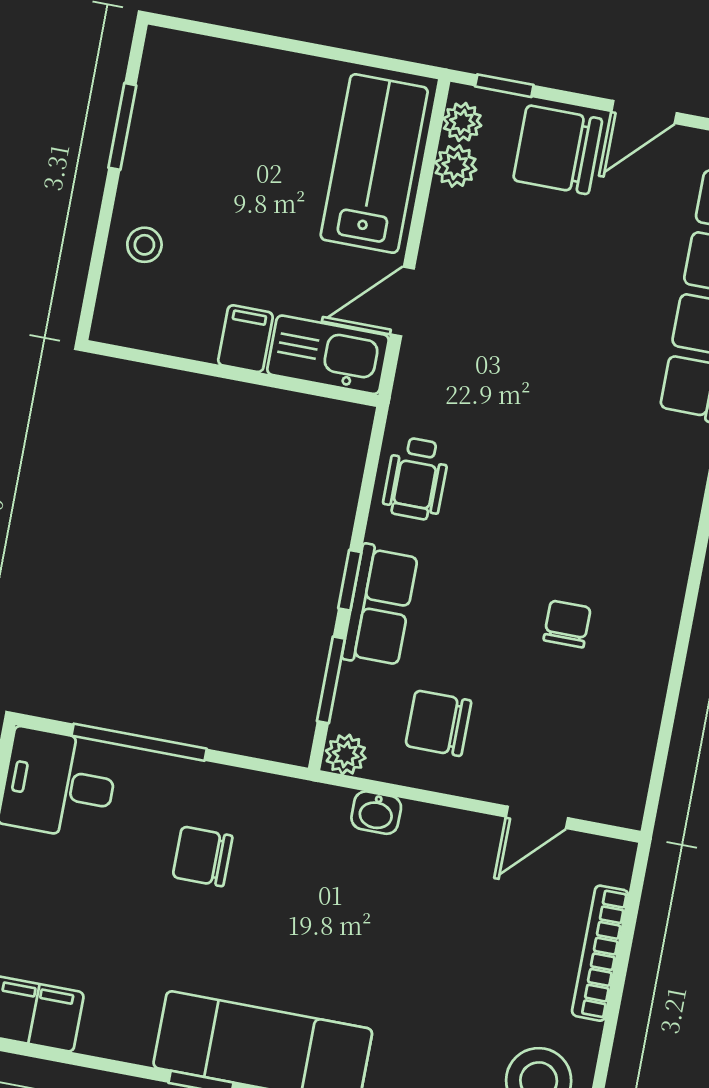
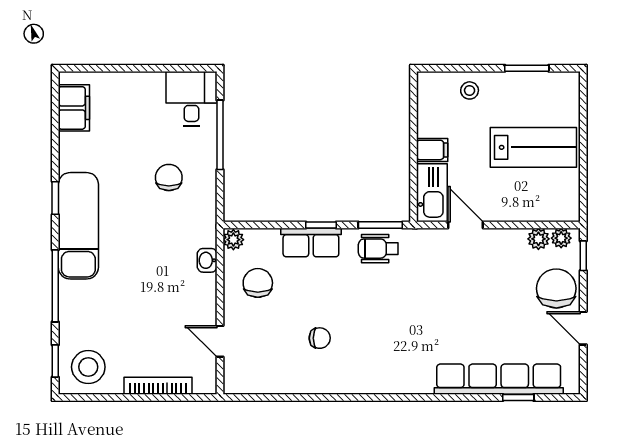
lab bench: (374, 163) -> (533, 147), moved
window: (331, 680) -> (380, 225), moved

